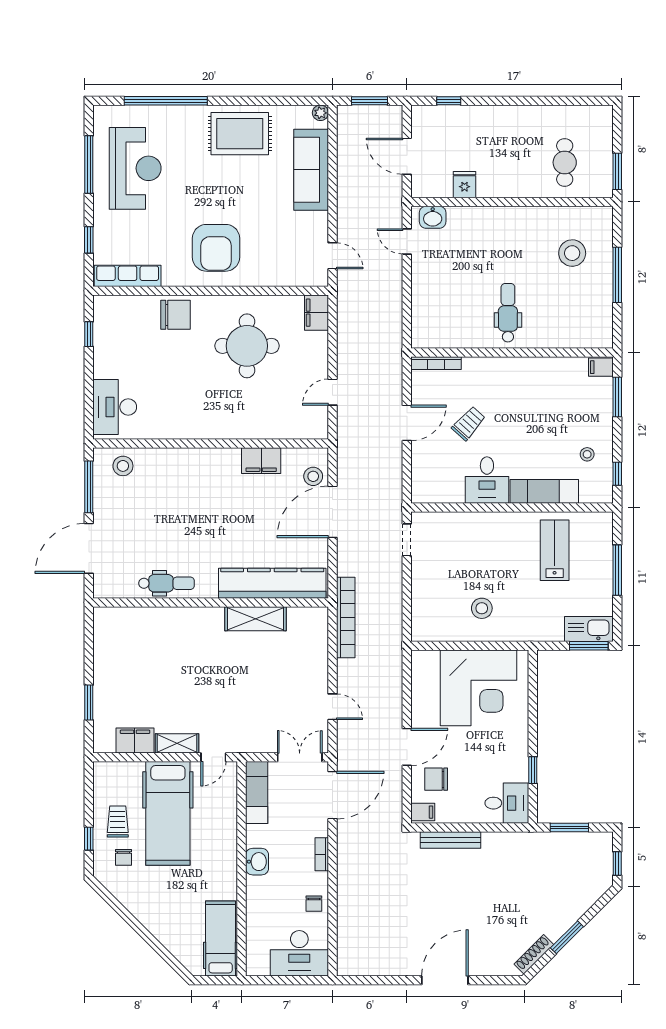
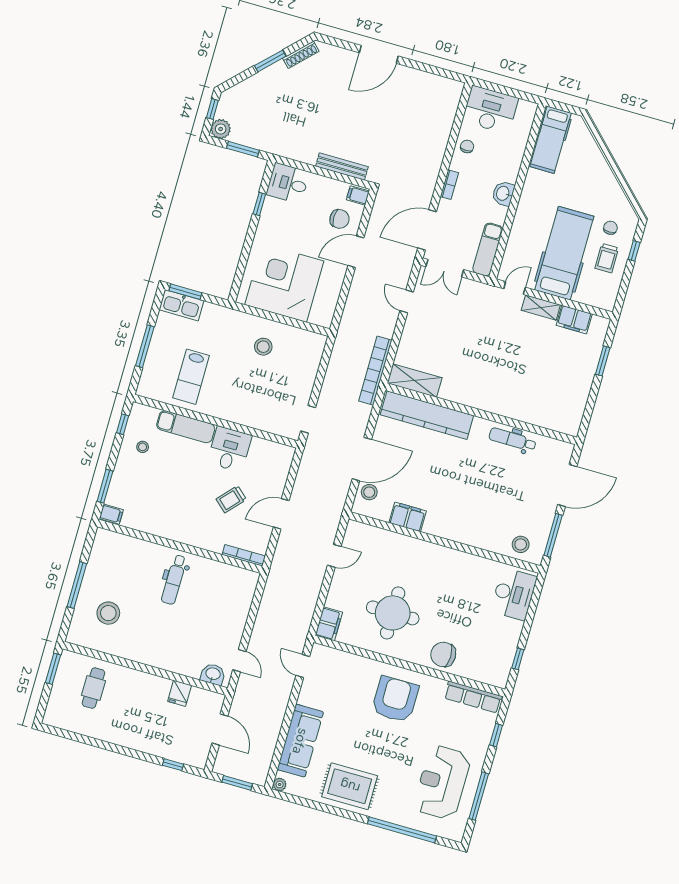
shelving: (256, 619) -> (415, 381), moved
plant: (601, 843) -> (221, 129), added

